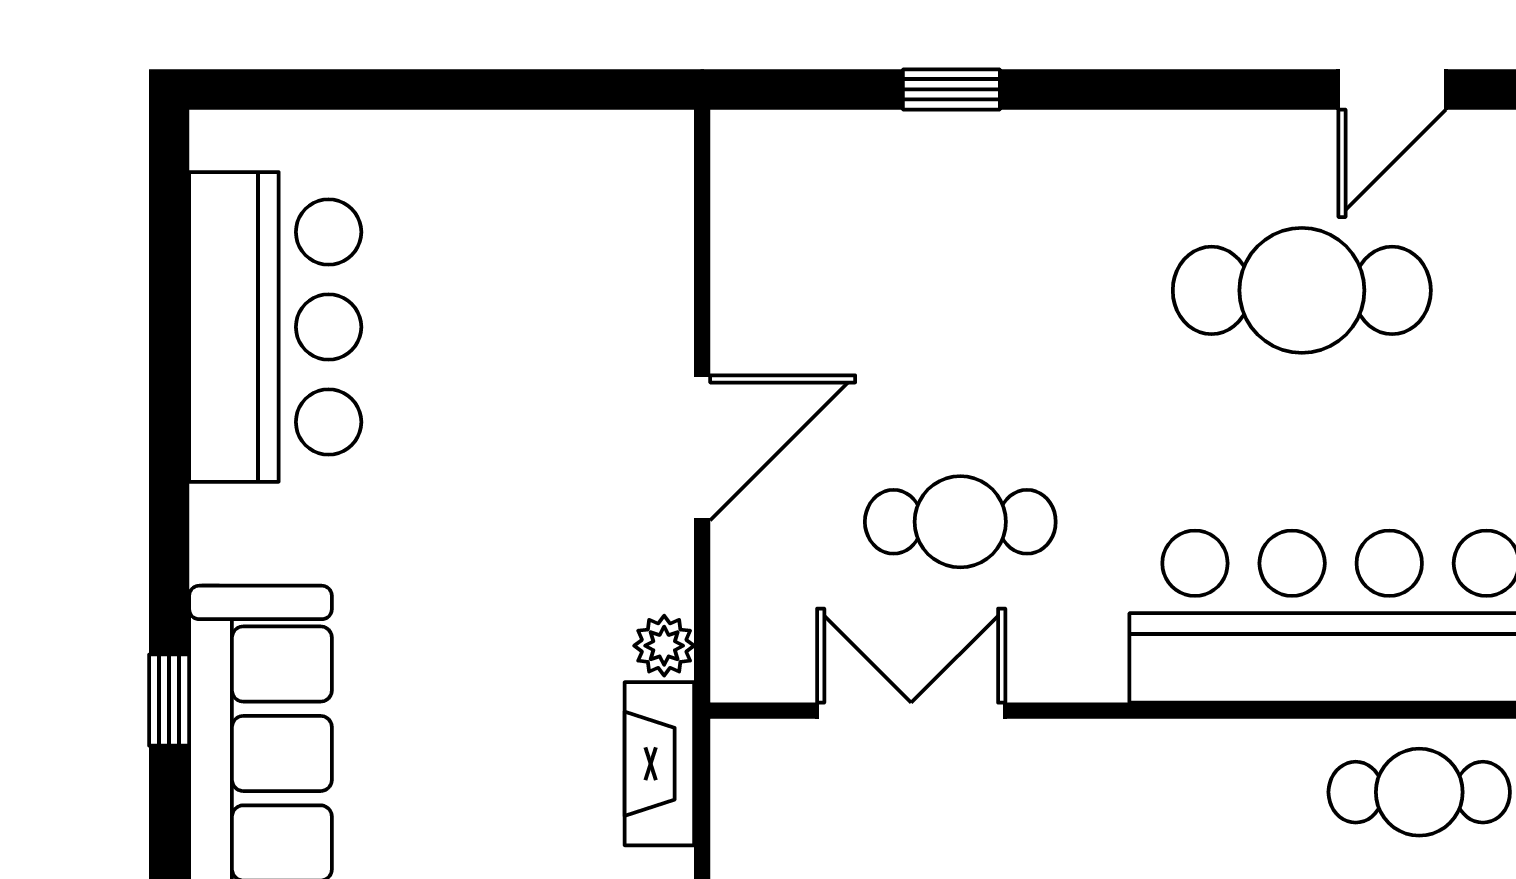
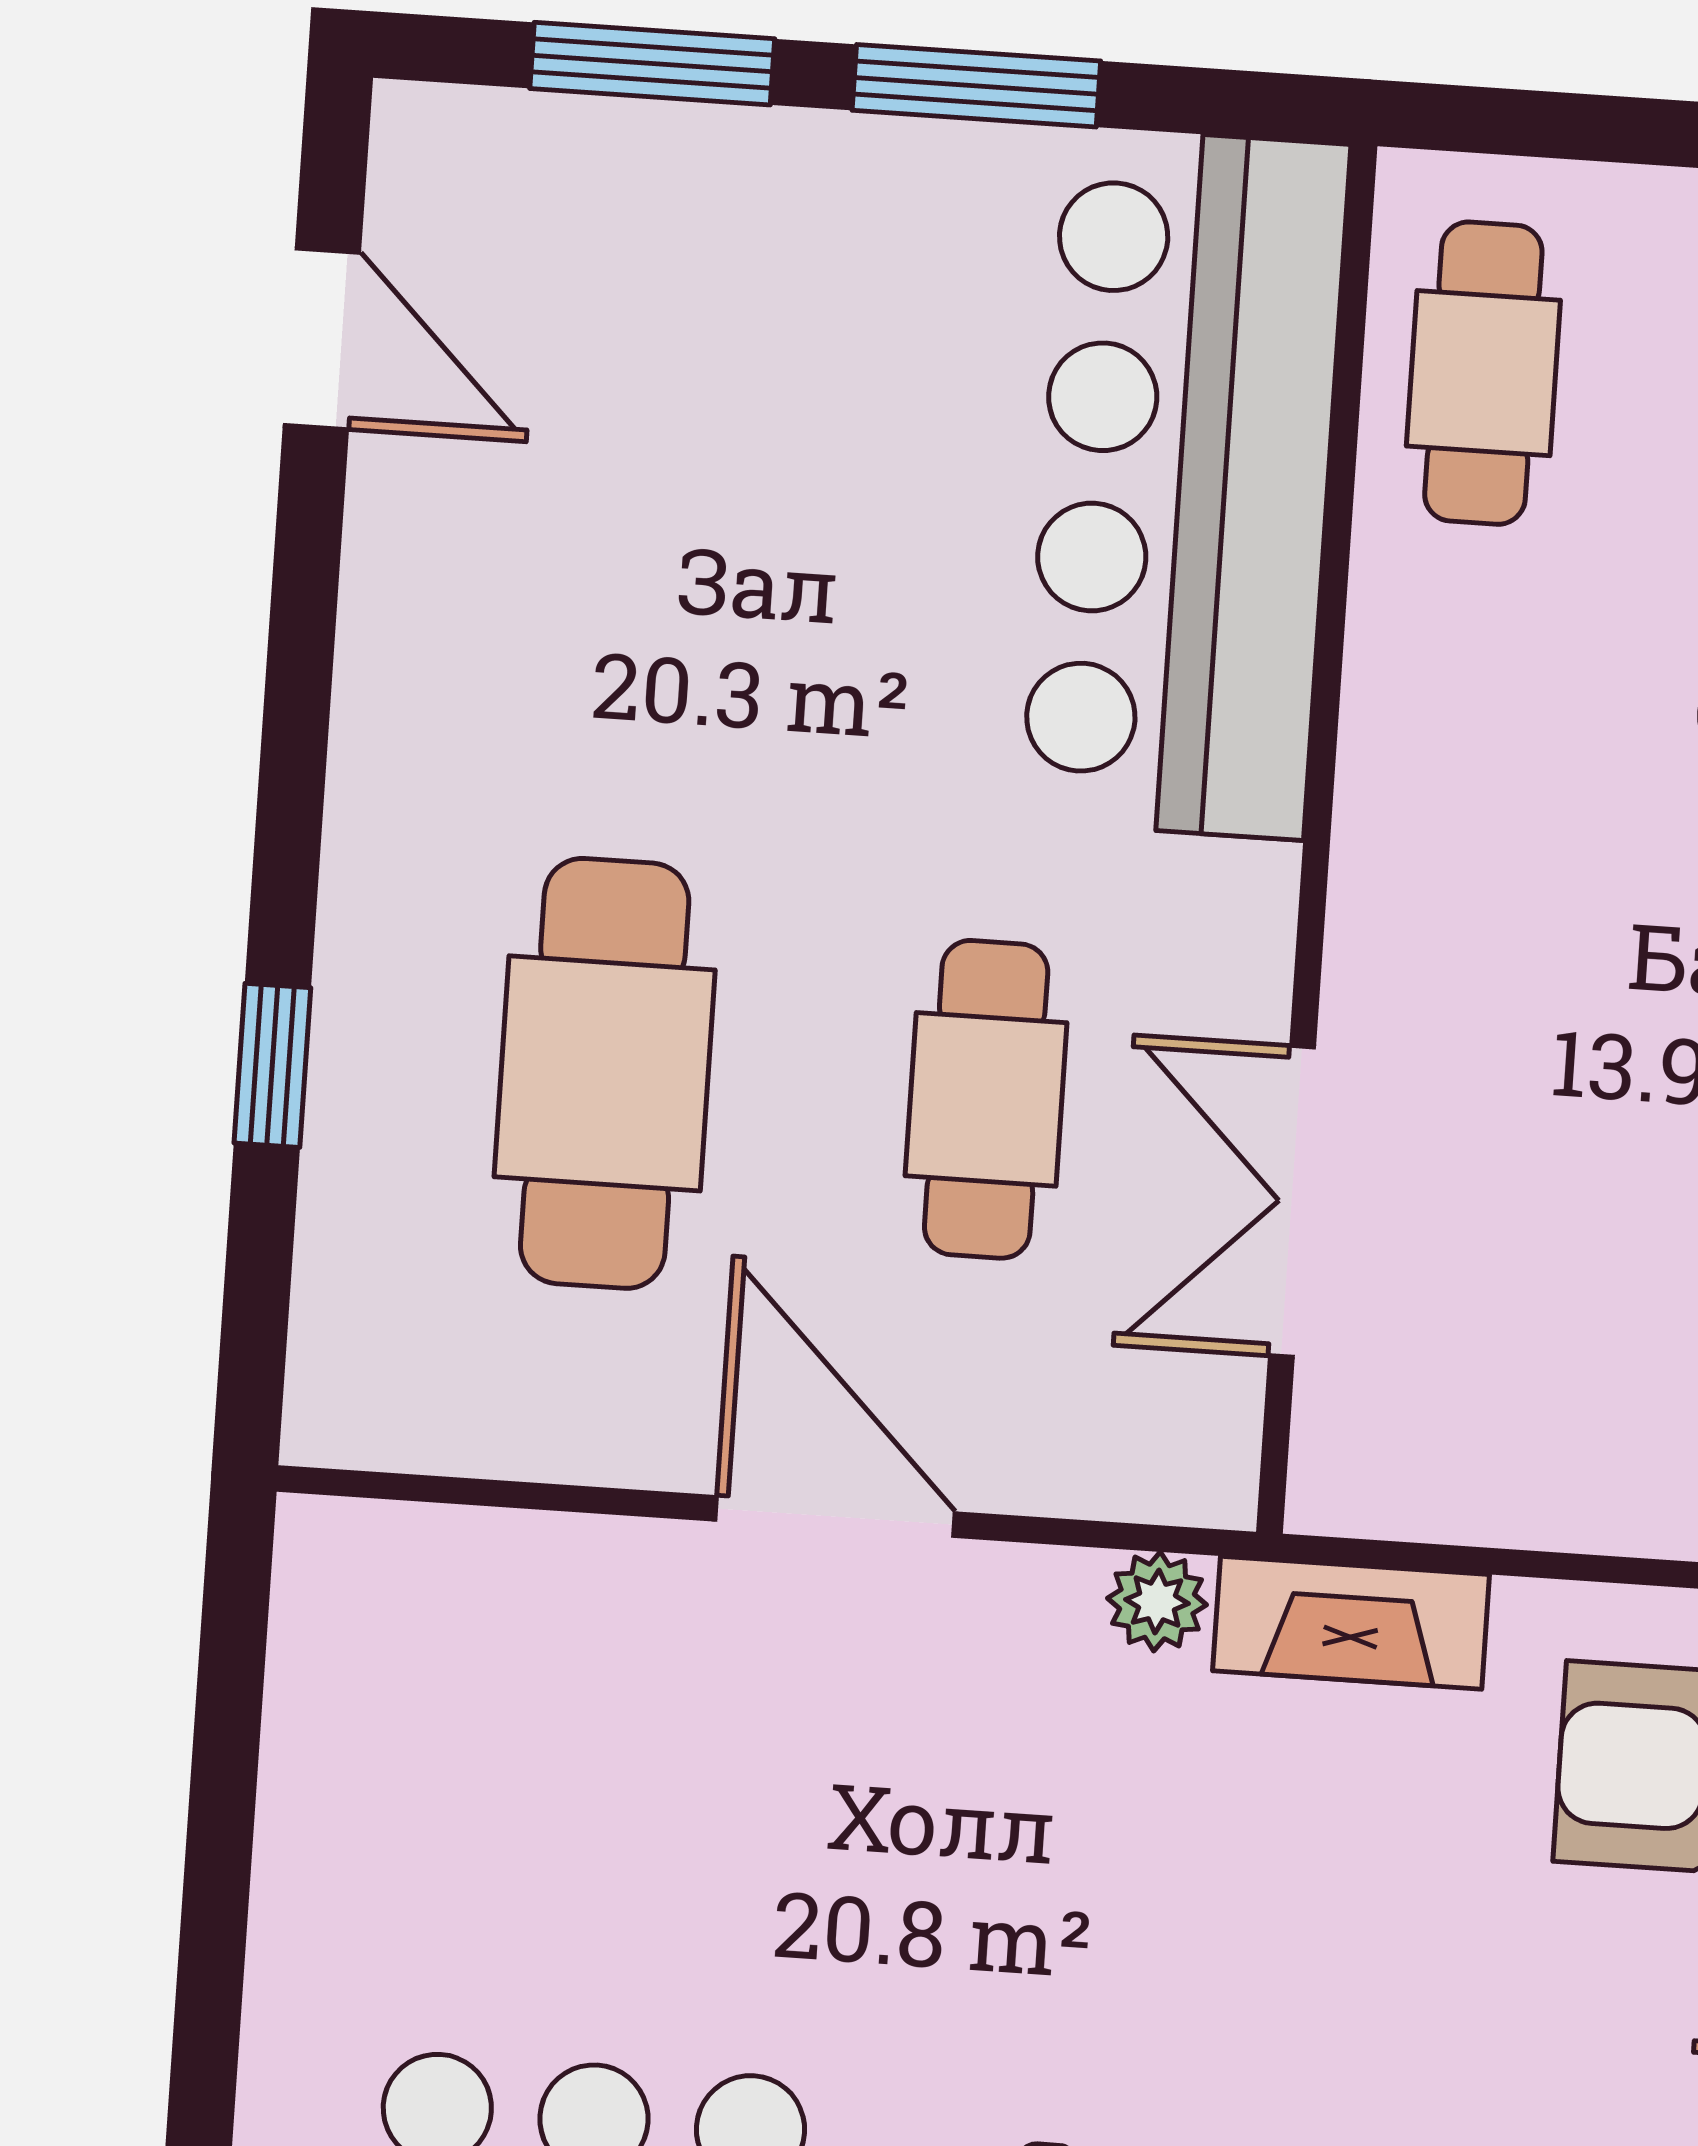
cafe table: (1302, 290) -> (605, 1073), moved

